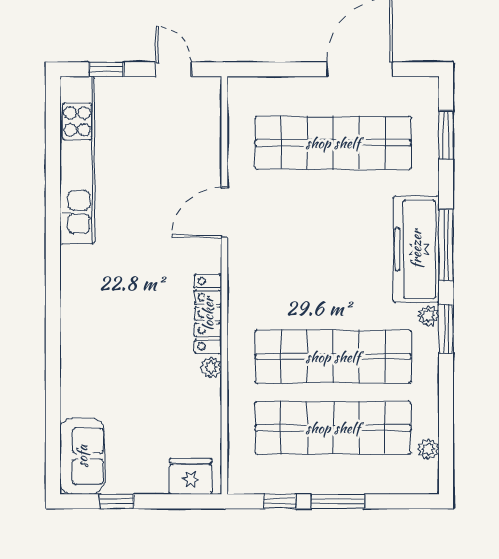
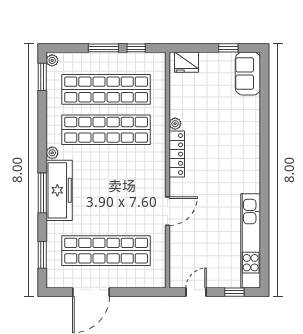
door: (174, 69) -> (196, 292), swing flipped
window: (446, 329) -> (42, 77), moved
plant: (428, 449) -> (52, 60), moved

